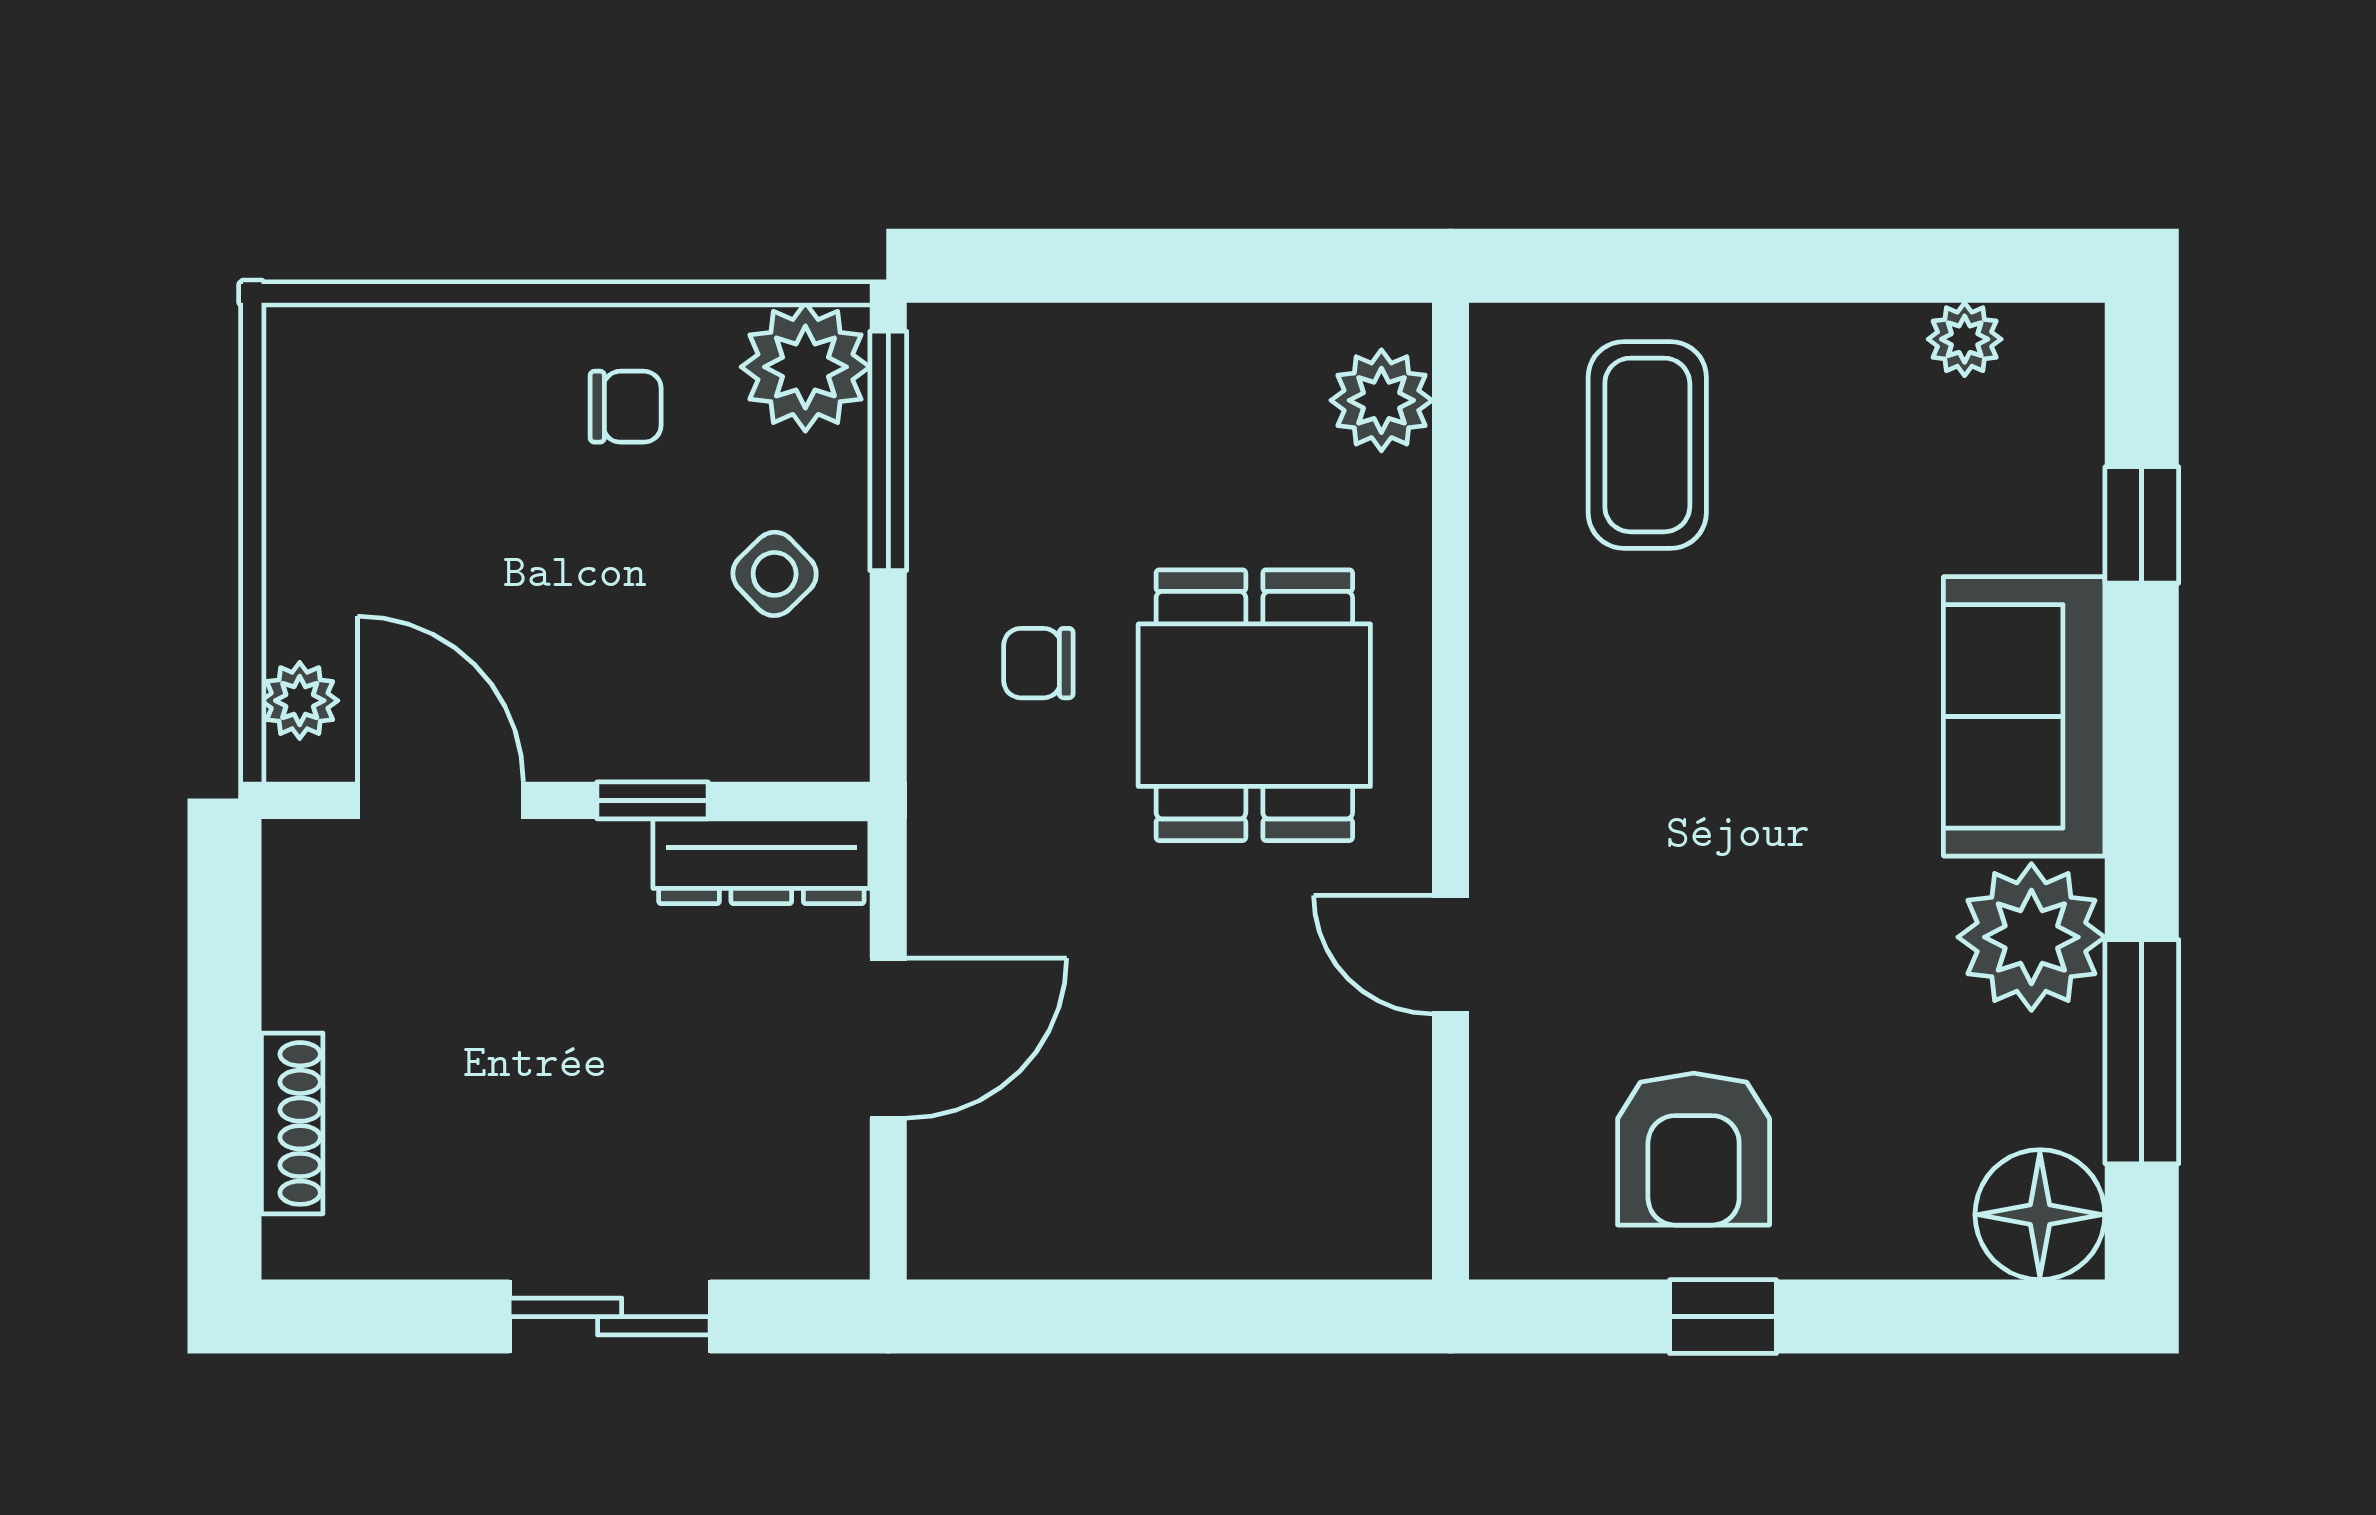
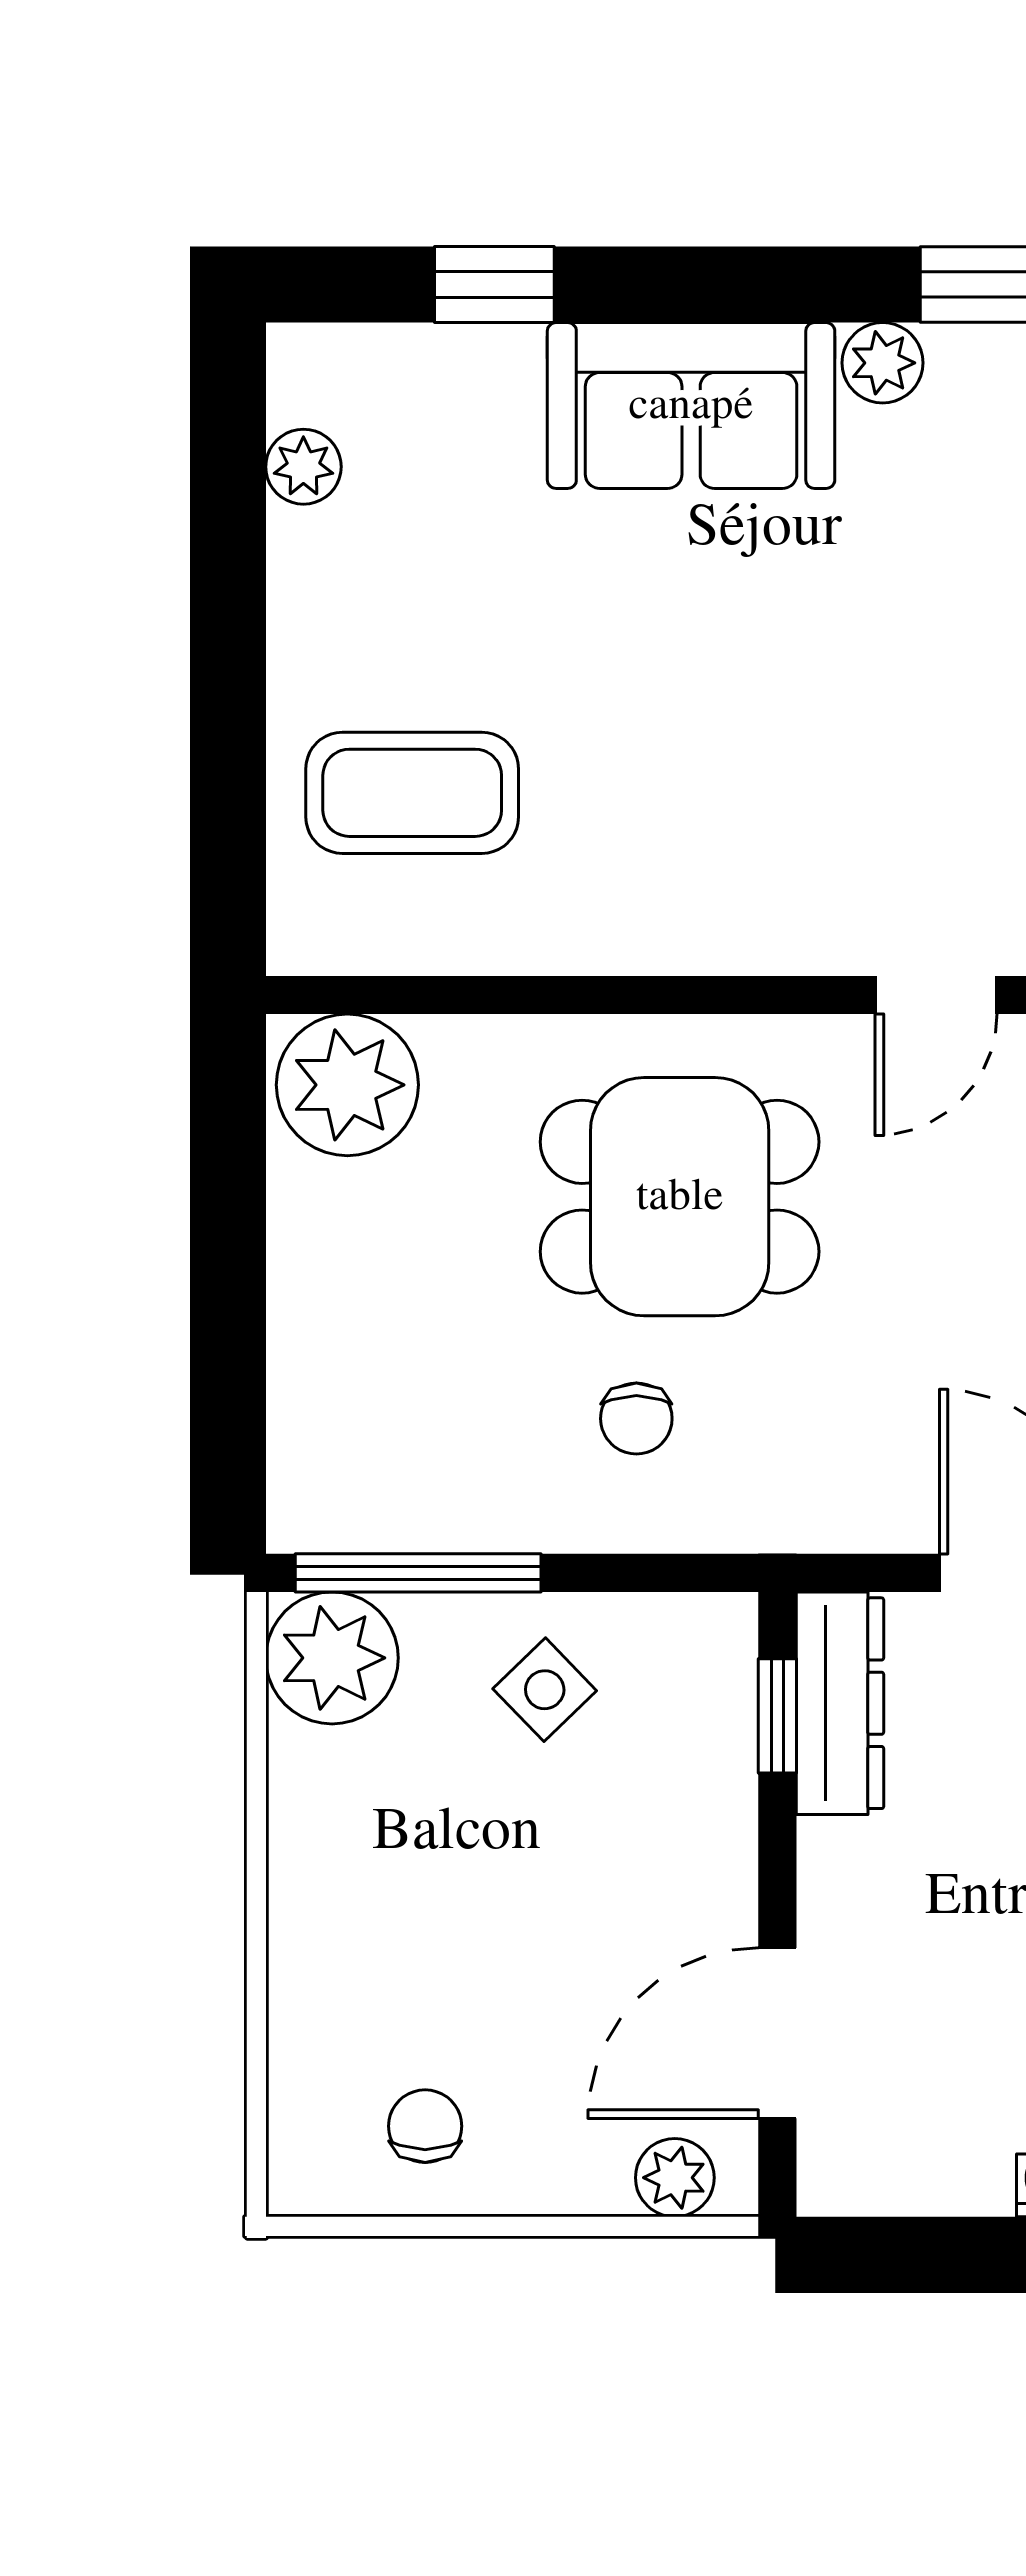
plant: (1381, 400) -> (347, 1085), width x1.36, depth x1.36
chair: (626, 407) -> (425, 2126), moved
window: (652, 800) -> (777, 1716), moved
plant: (2031, 937) -> (883, 363), width x0.53, depth x0.53

